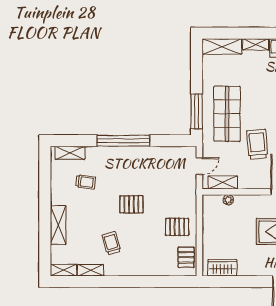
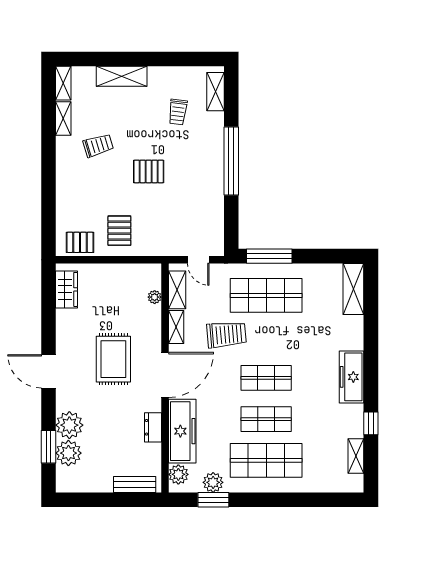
shelving: (256, 44) -> (176, 327), moved
pallet: (131, 204) -> (149, 171), turned 90

